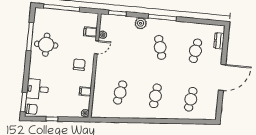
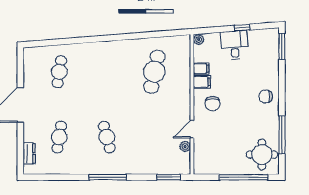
plant: (141, 23) -> (136, 167), removed
filing cabinet: (90, 32) -> (202, 82), moved
round table: (46, 45) -> (262, 155), moved
desk: (38, 89) -> (234, 45), moved, turned -94
cafe table: (120, 92) -> (154, 72), width x1.37, depth x1.35
cafe table: (155, 96) -> (107, 72), removed
chair: (32, 109) -> (266, 96), moved

